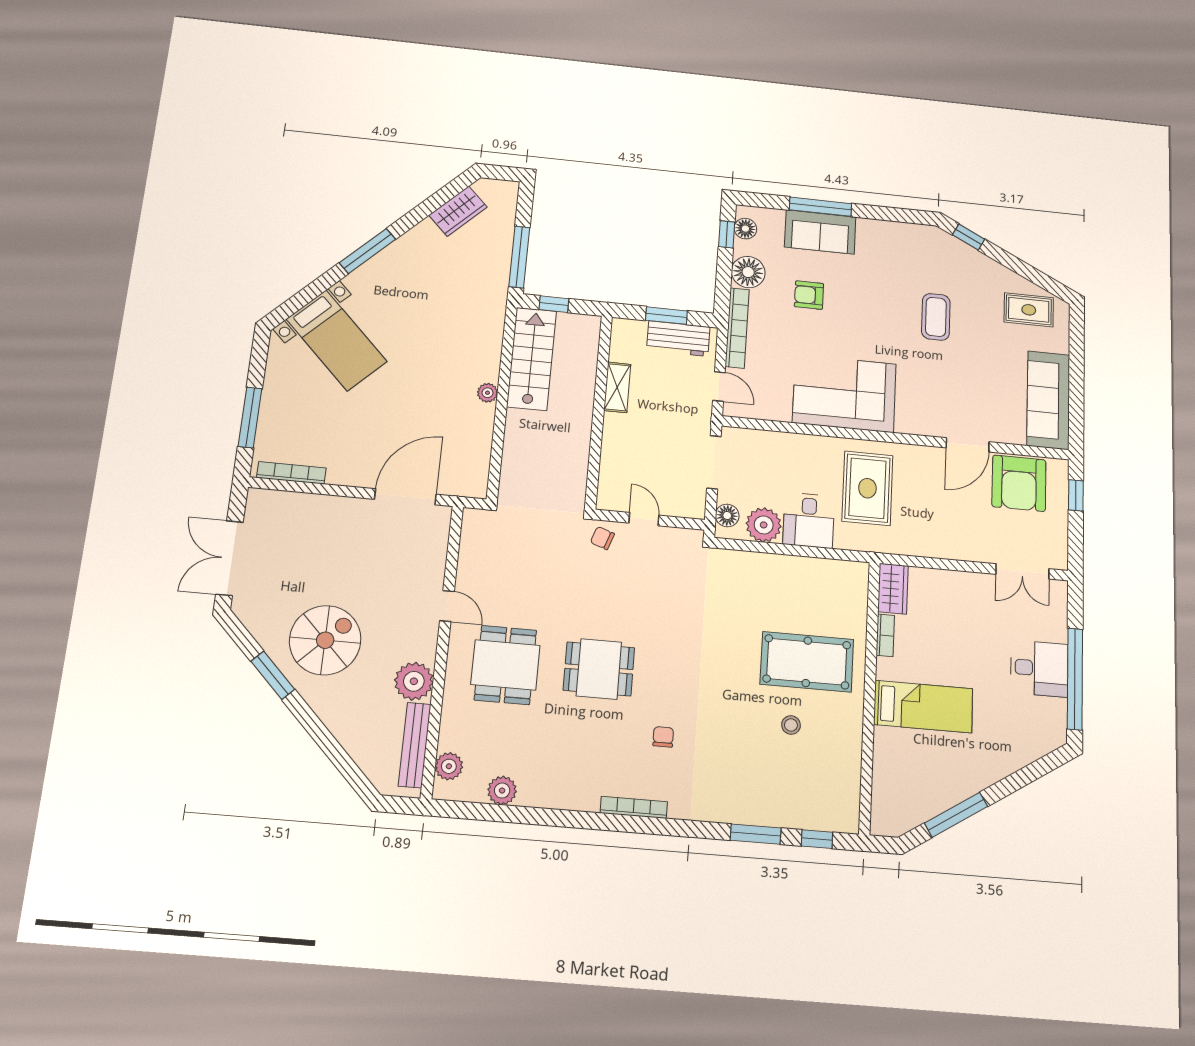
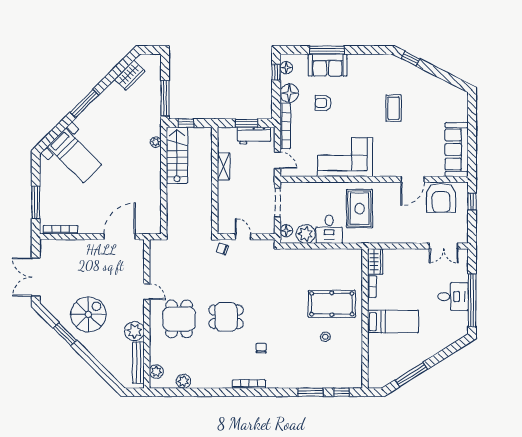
rug: (1029, 310) -> (445, 98), removed
plant: (488, 393) -> (156, 142), moved

